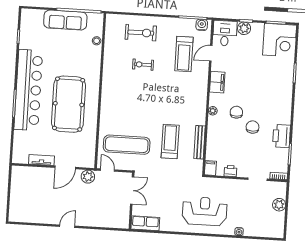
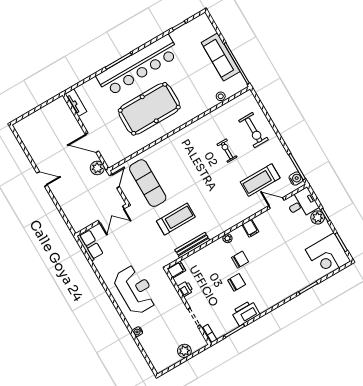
filing cabinet: (217, 82) -> (250, 228), width x0.50
tv unit: (42, 160) -> (76, 103), moved

